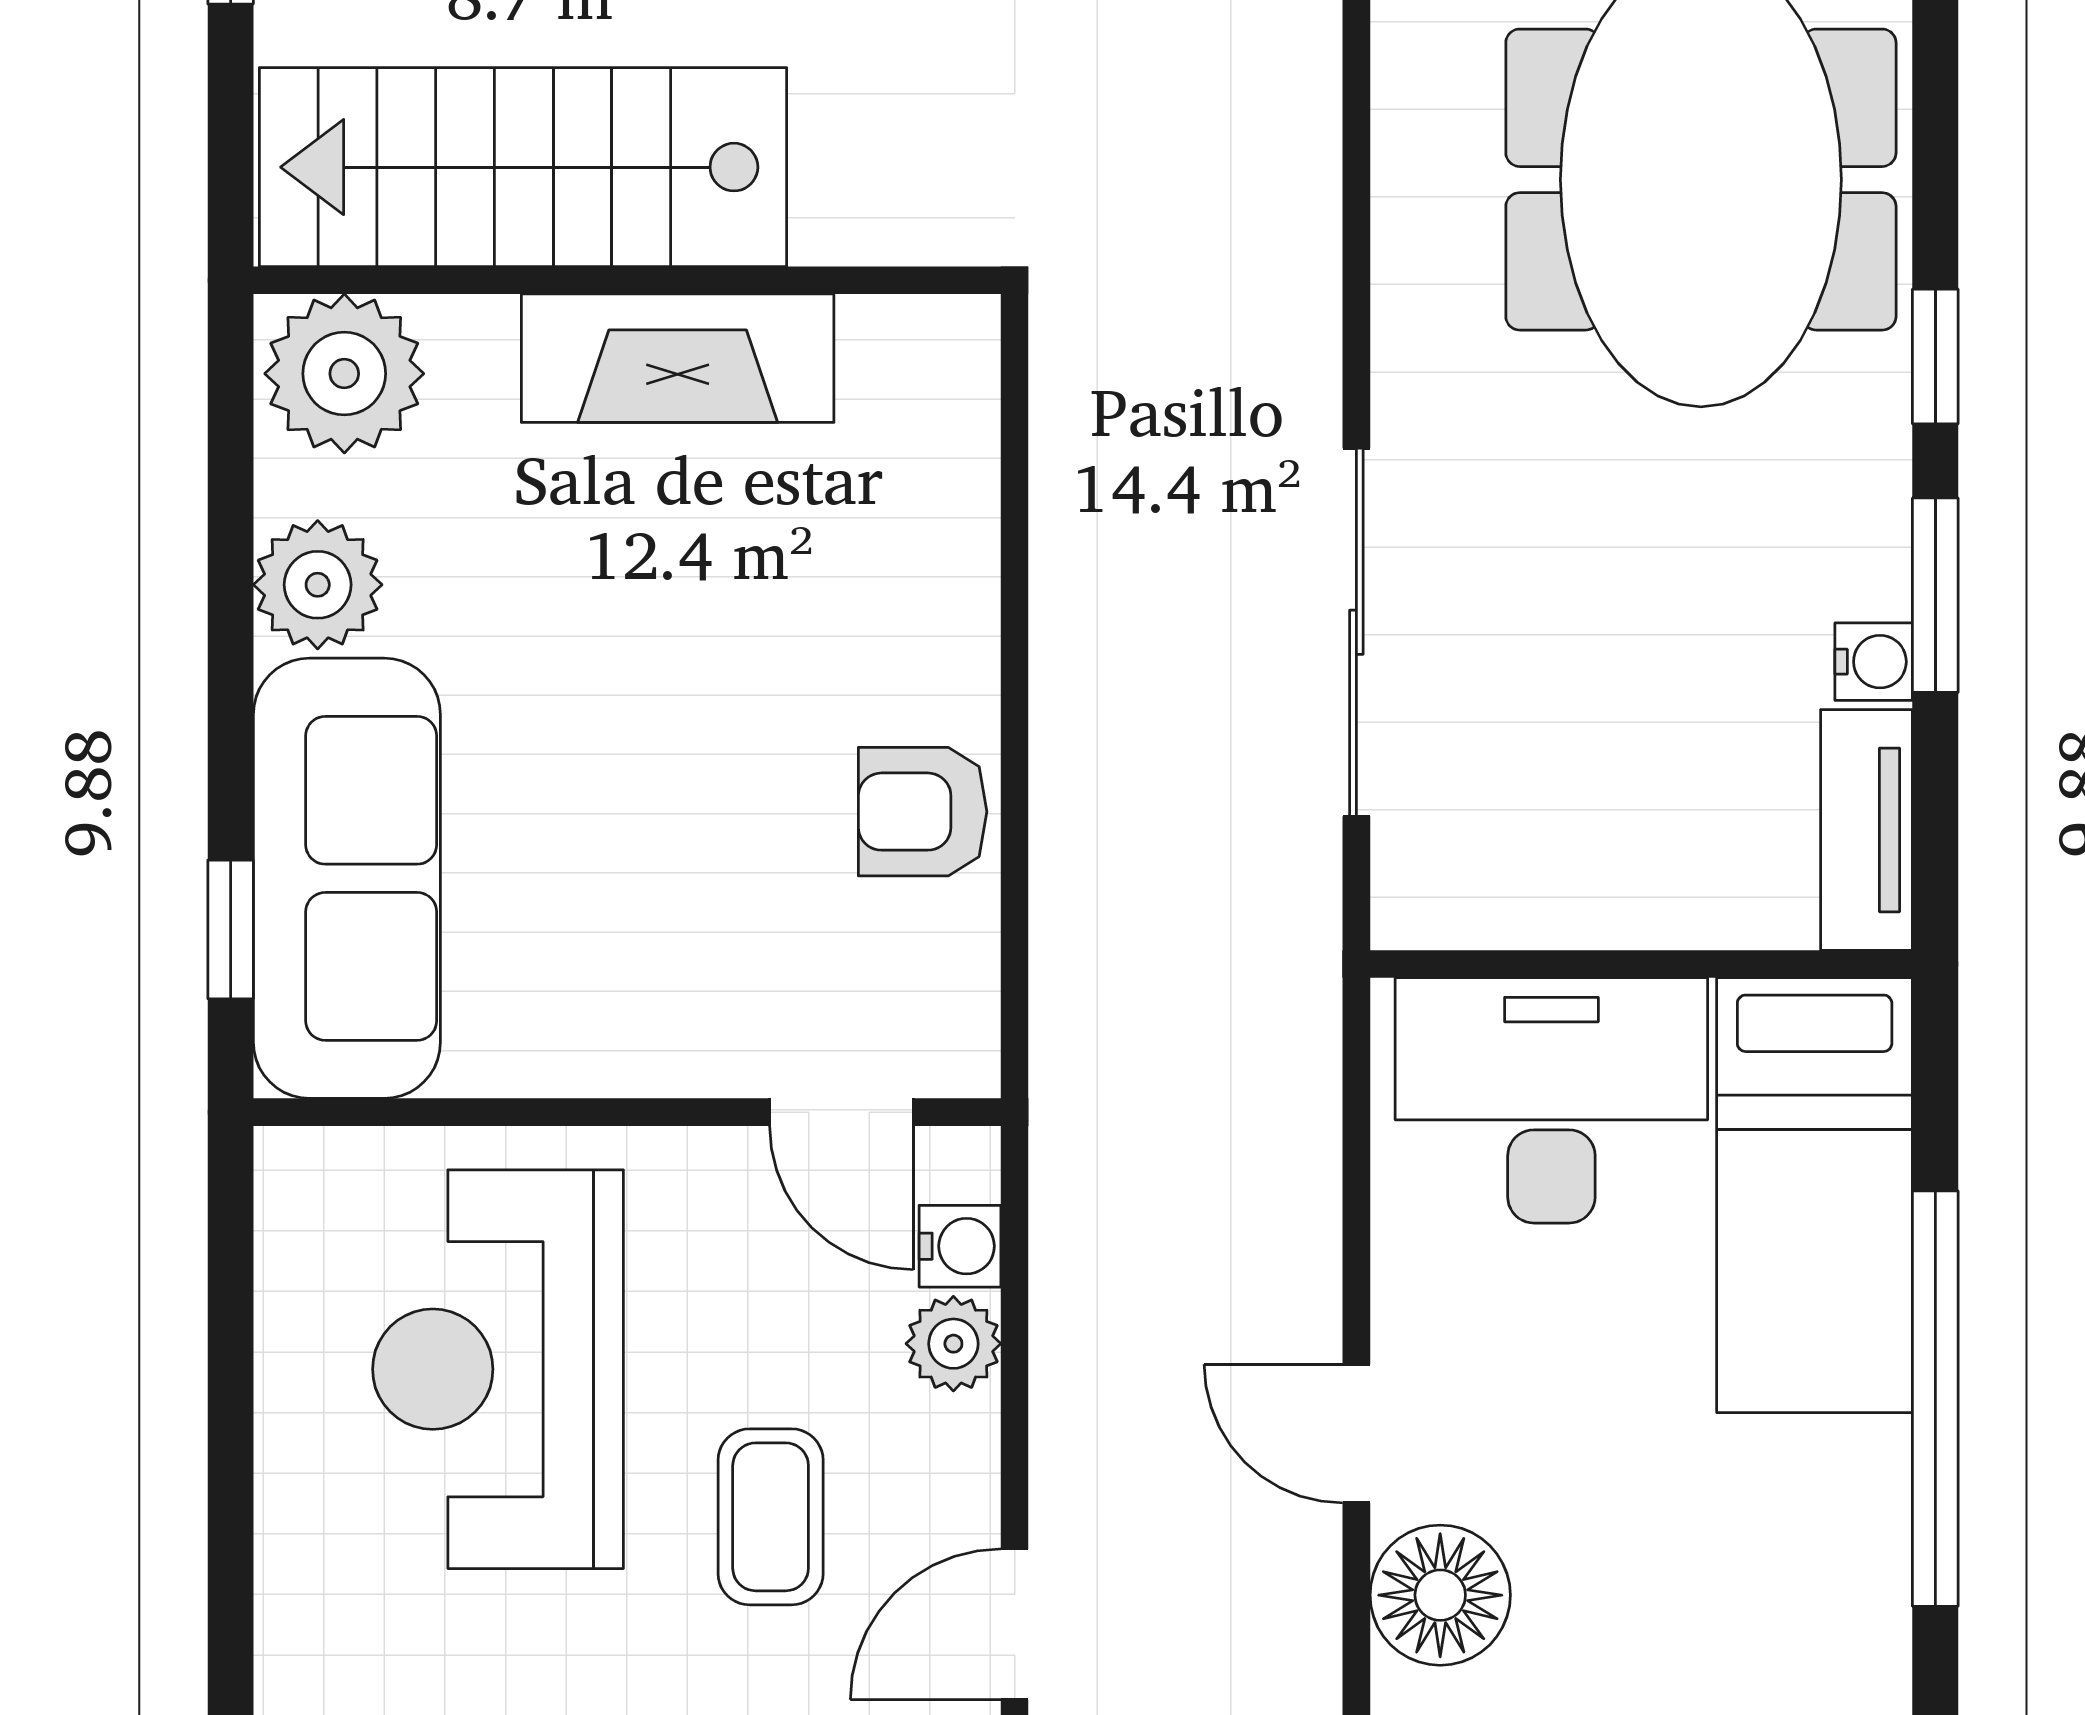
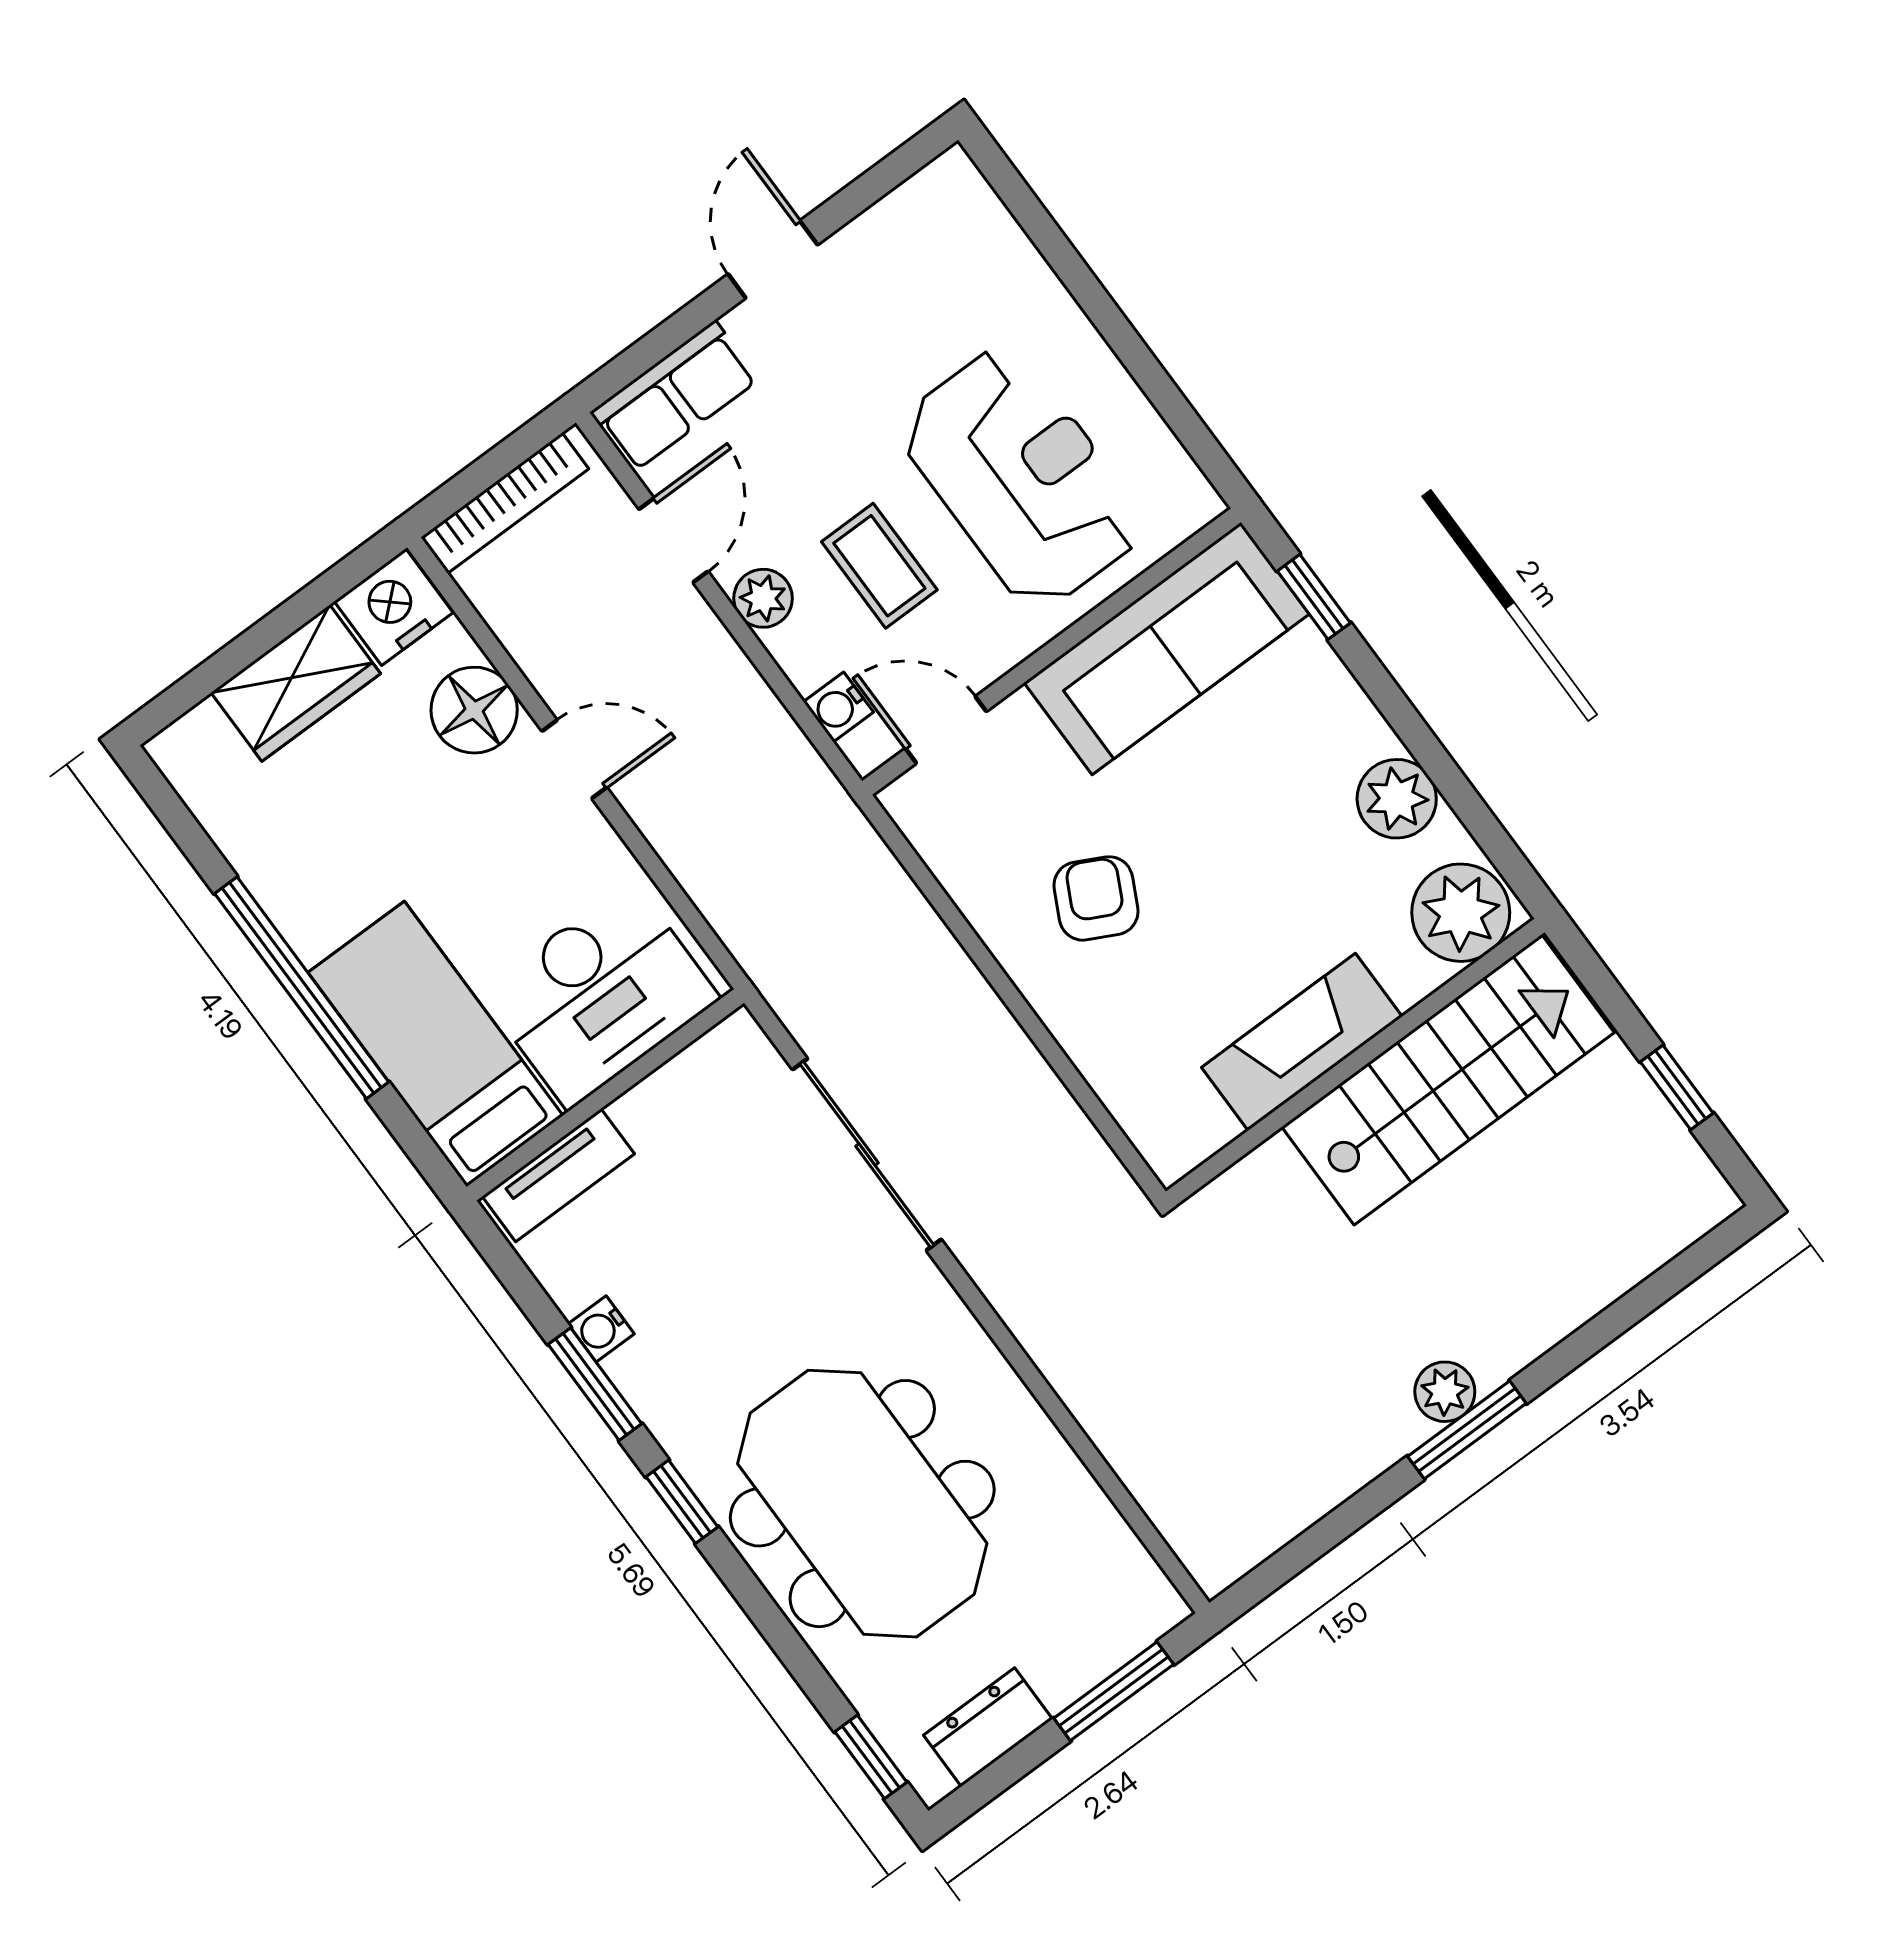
armchair: (923, 812) -> (1096, 898), moved, turned -63
tv unit: (1867, 830) -> (558, 1175), moved, turned 90
sofa: (347, 878) -> (1167, 648), moved, turned -90
plant: (953, 1344) -> (763, 598), moved
coffee table: (771, 1517) -> (879, 566), moved

